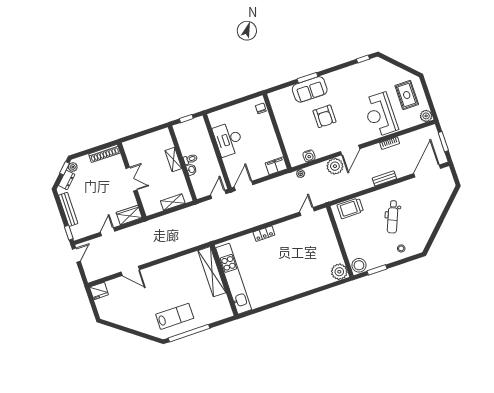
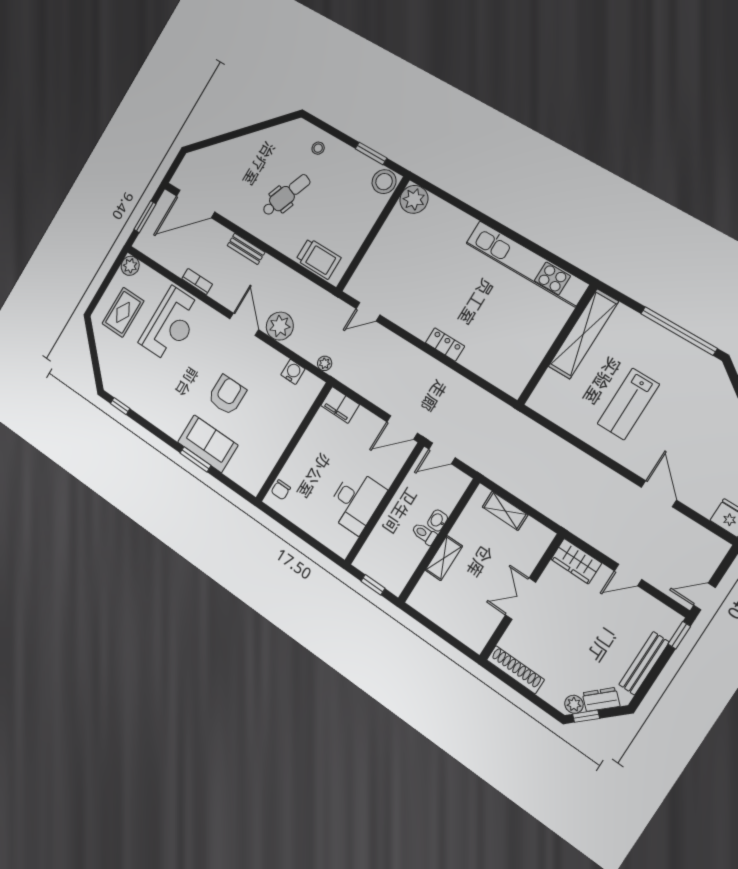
door: (350, 150) -> (244, 324), hinge flipped
shelving: (212, 272) -> (583, 334), moved
kitchen unit: (234, 279) -> (527, 264), moved, turned -90
lab bench: (175, 316) -> (628, 404), moved, turned -90

